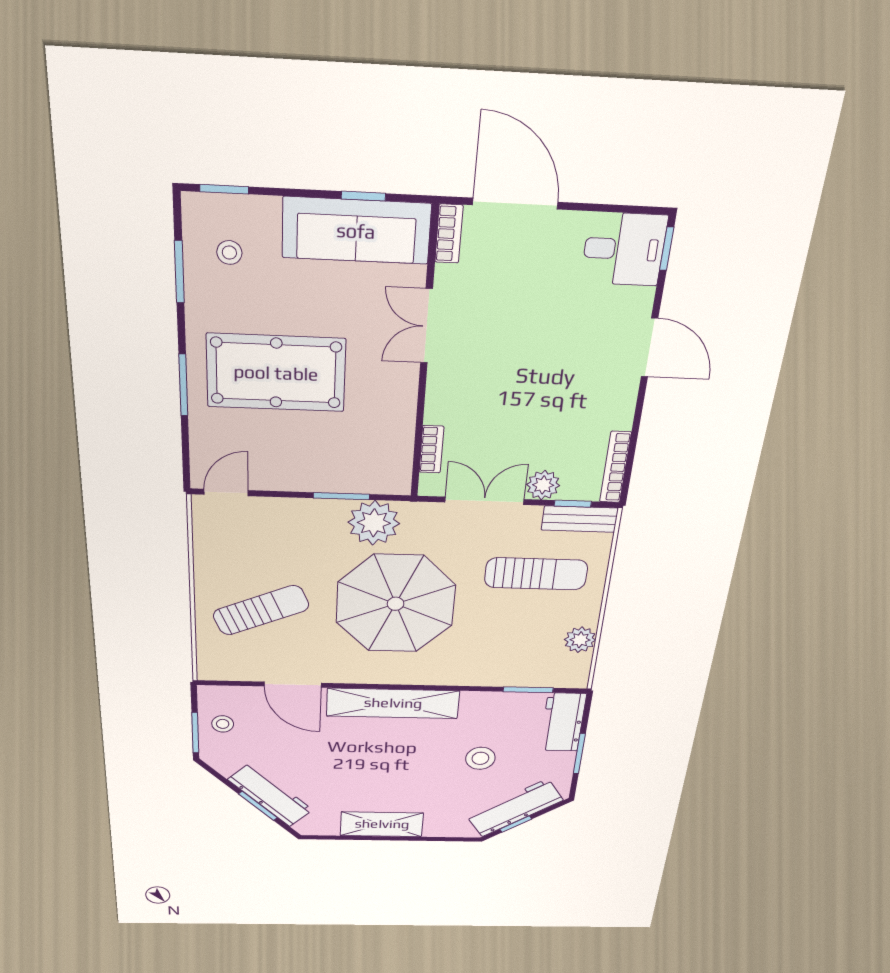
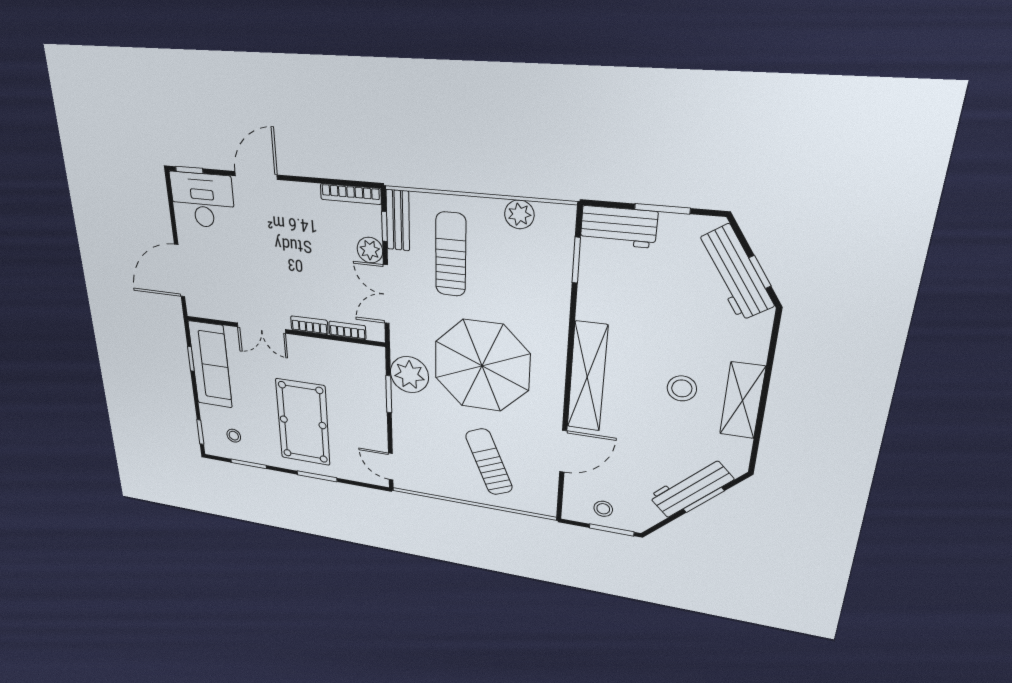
bookcase: (449, 234) -> (309, 325), moved
desk: (624, 249) -> (203, 200), width x1.37
stool: (480, 758) -> (682, 388), moved

